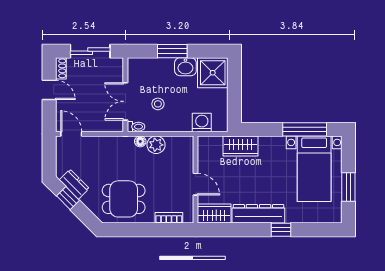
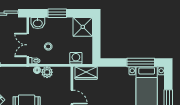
washbasin: (185, 67) -> (38, 23), moved
wardrobe: (241, 146) -> (86, 73), moved

